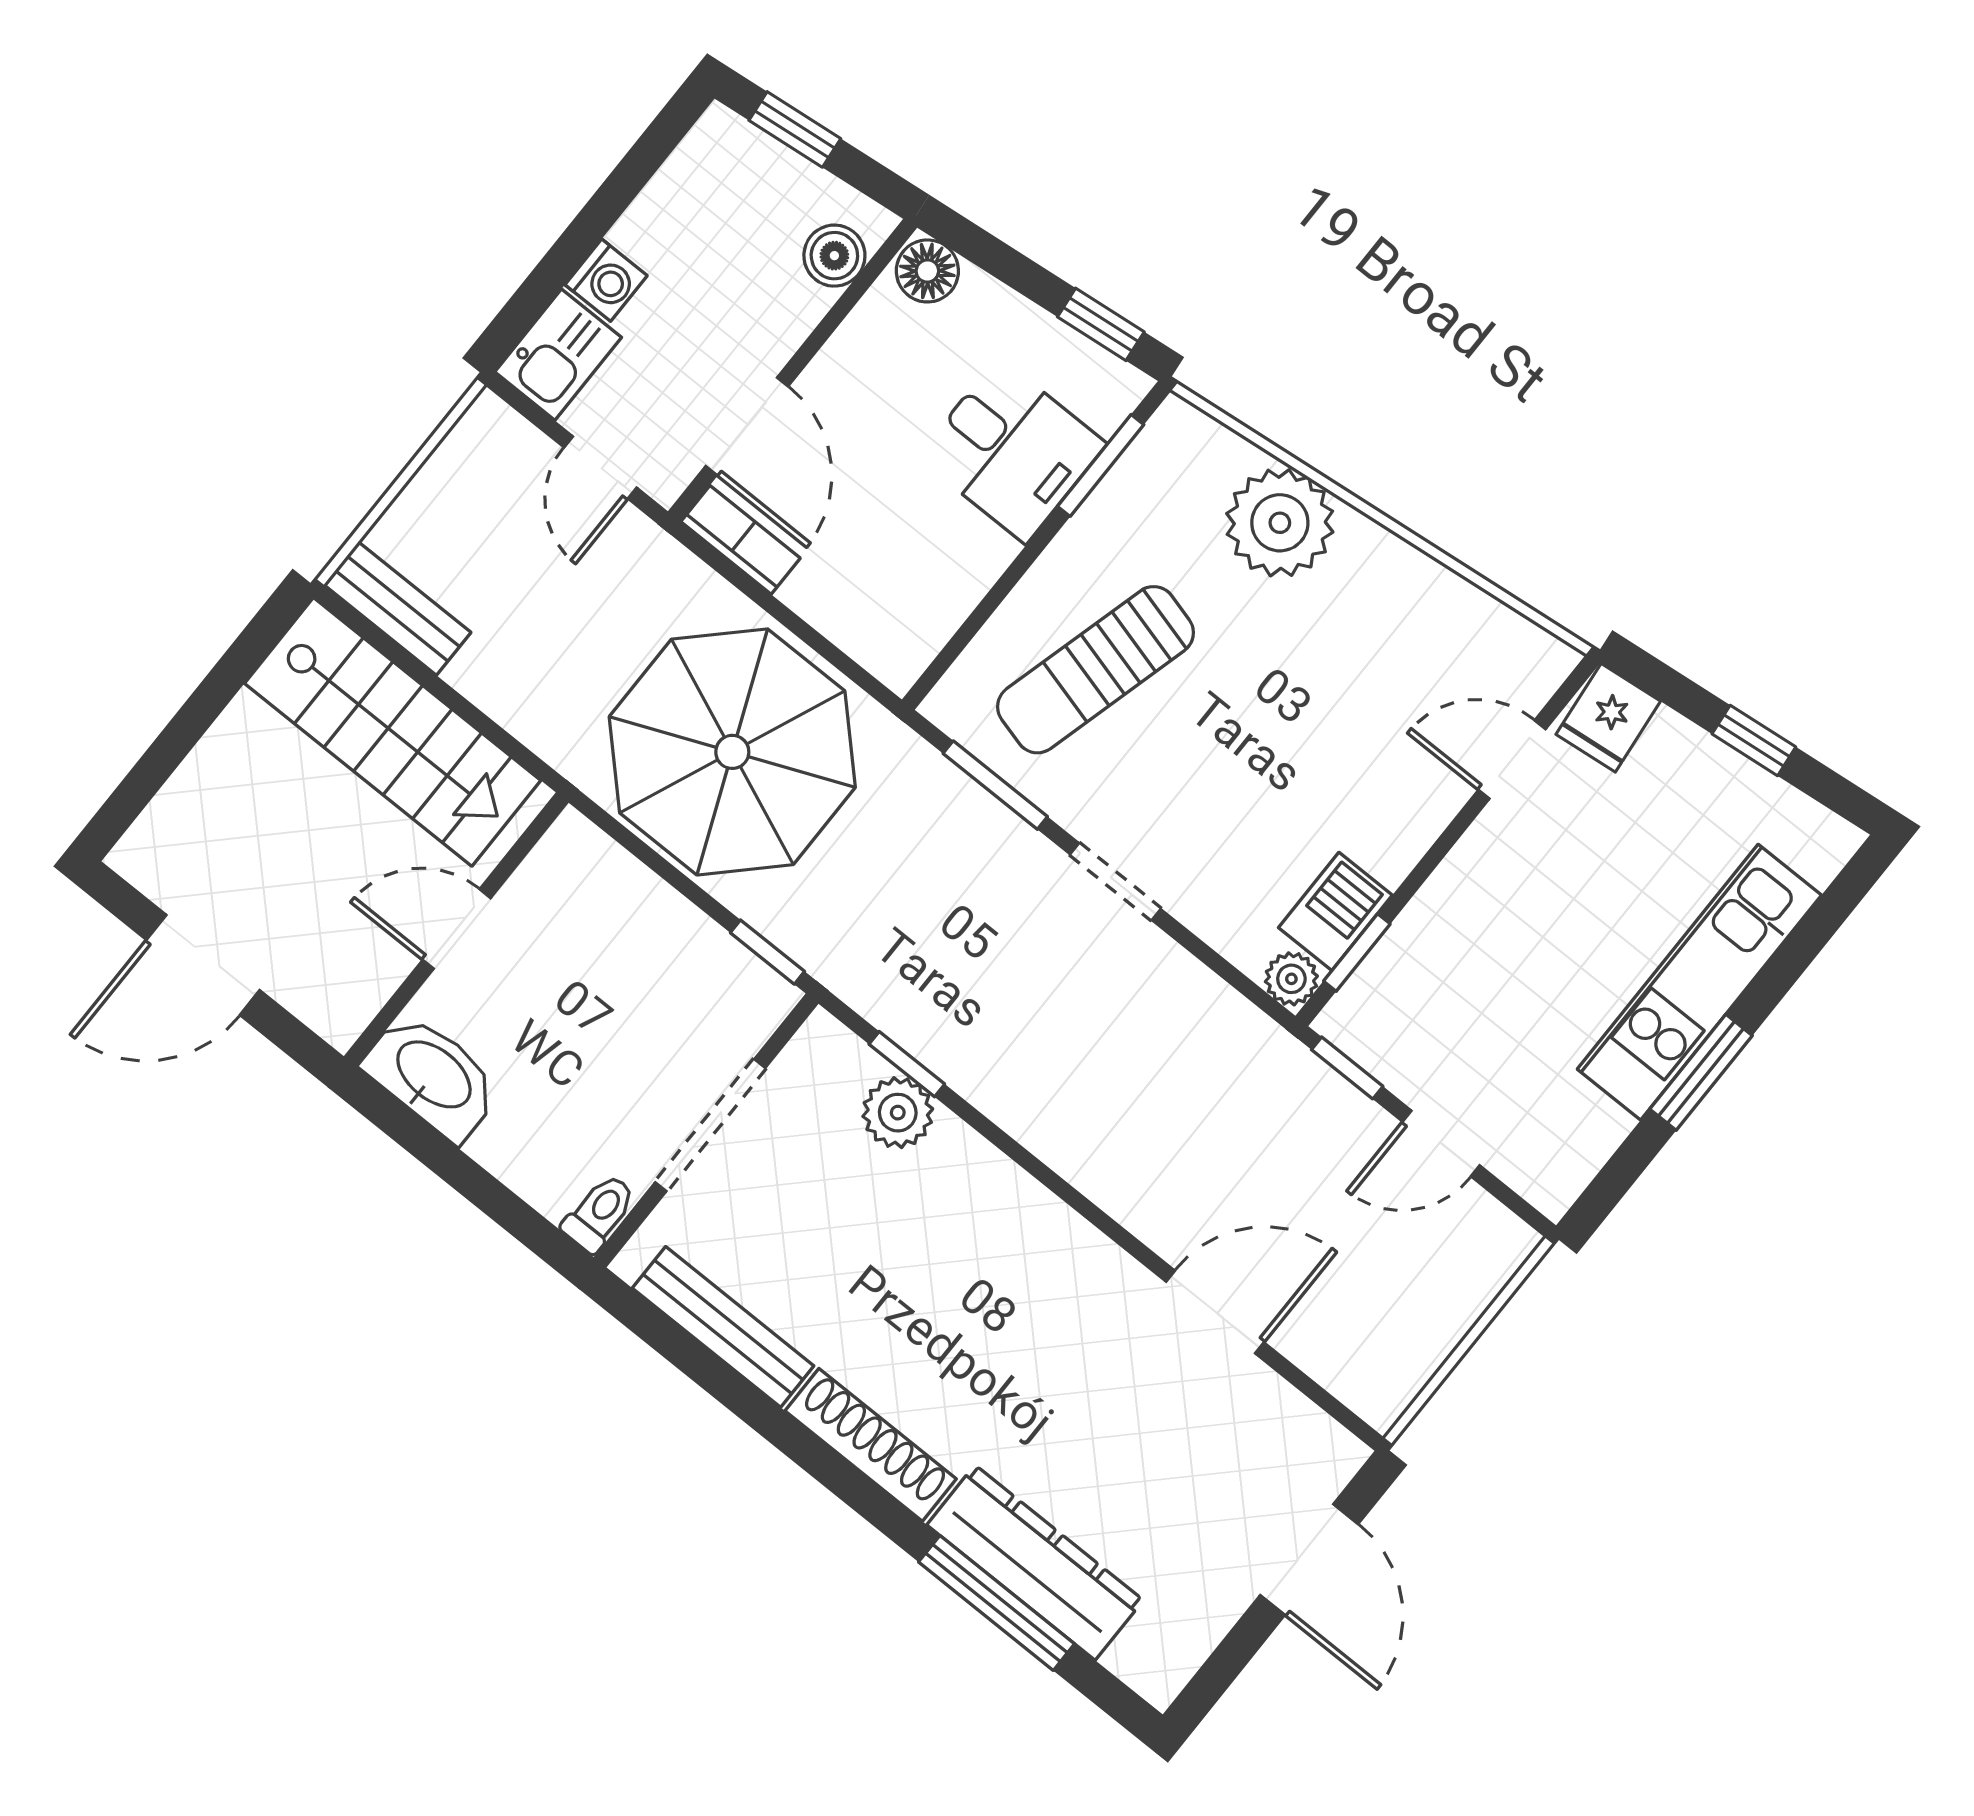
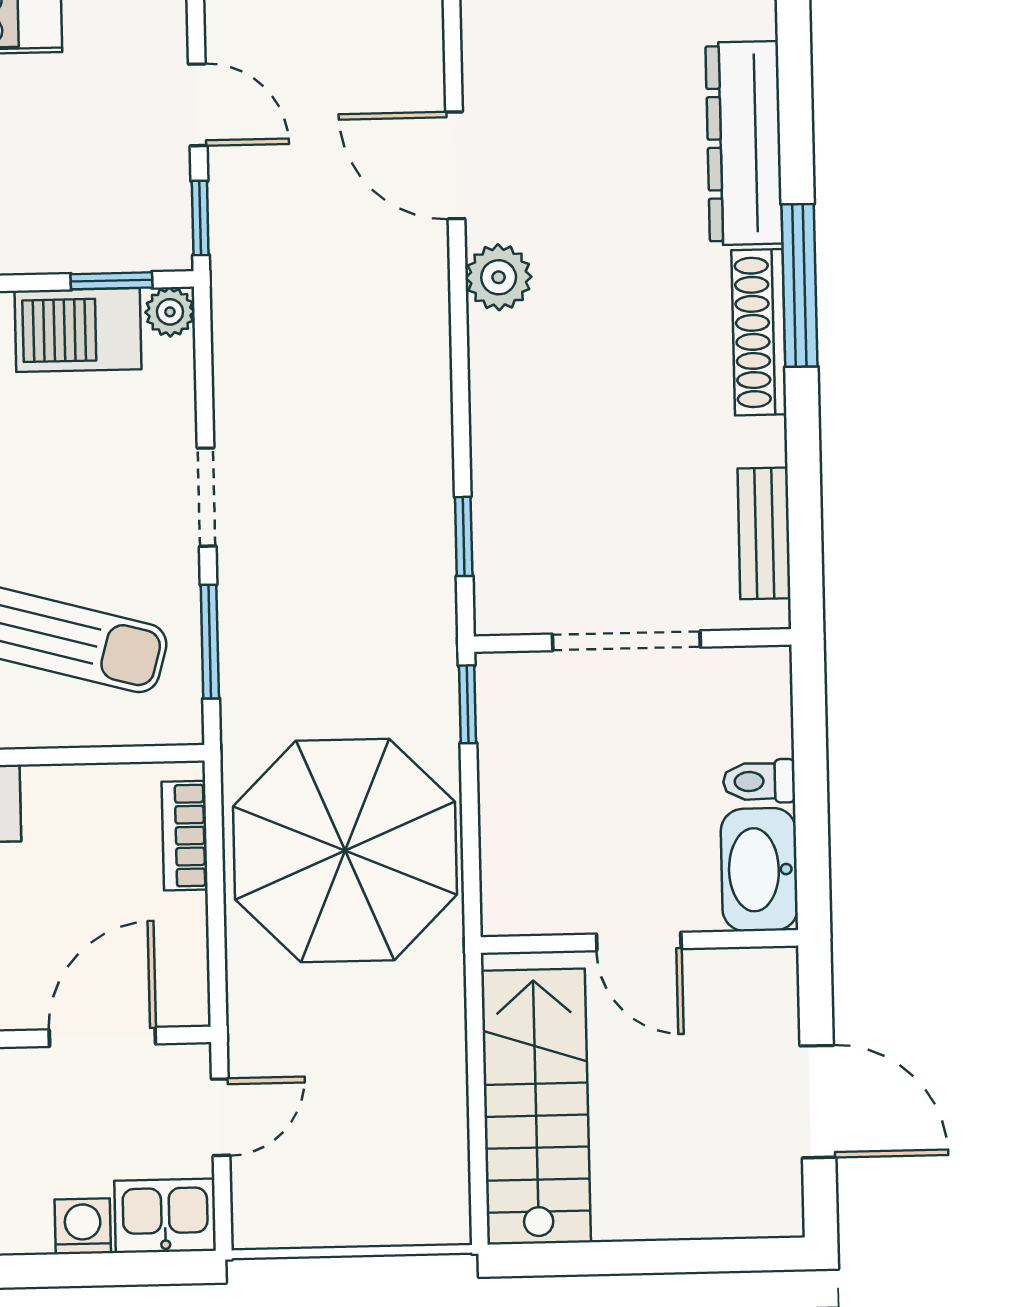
bookcase: (741, 540) -> (185, 836), moved
bench: (397, 609) -> (445, 1178), removed
barbecue: (1335, 911) -> (78, 330), width x1.38, depth x1.27
plant: (898, 1113) -> (499, 277), moved
toilet: (599, 1213) -> (759, 781), moved
bench: (723, 1327) -> (764, 533), width x0.73
window: (997, 1603) -> (799, 285), moved

